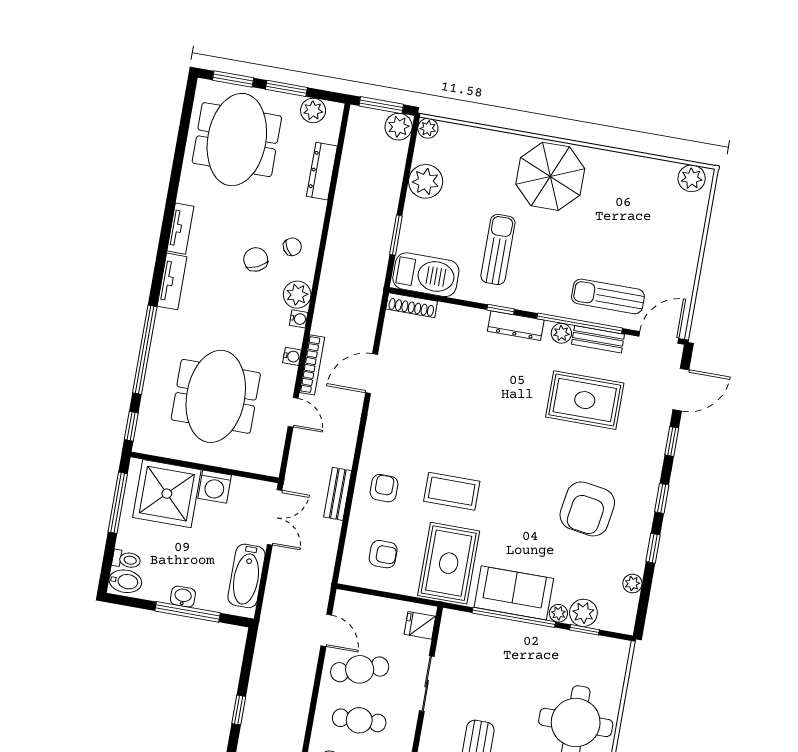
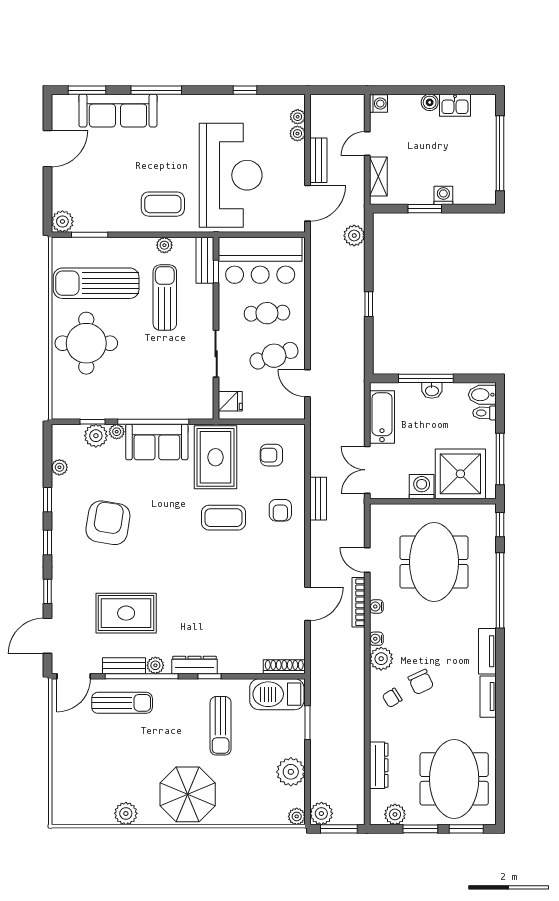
plant: (692, 178) -> (126, 813), moved

